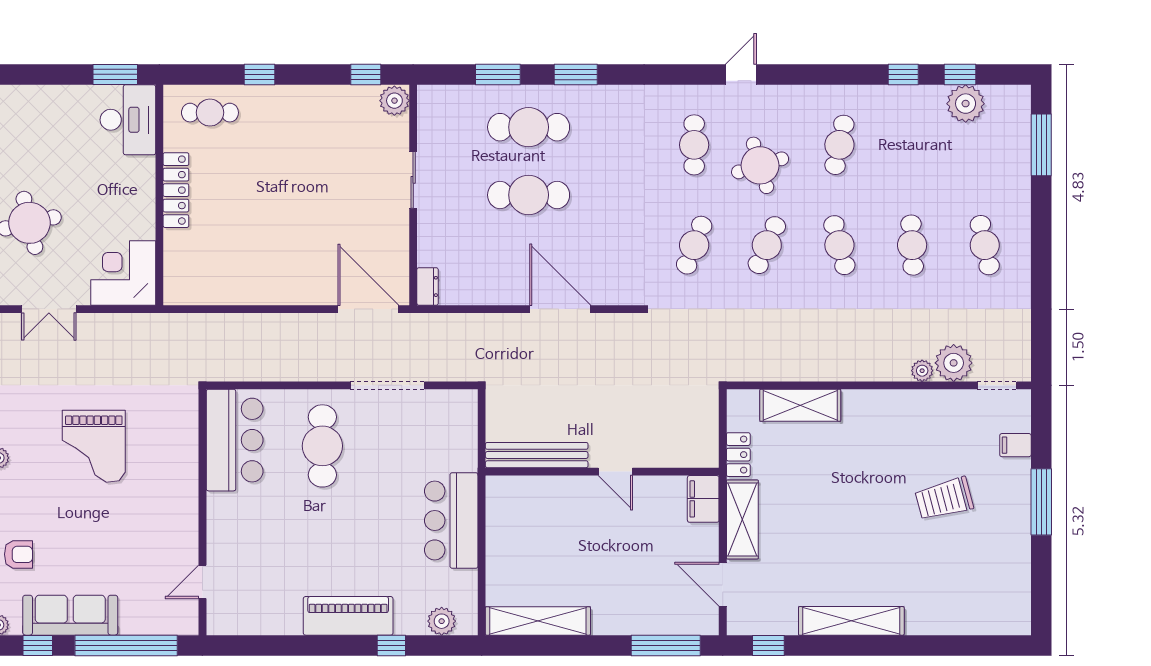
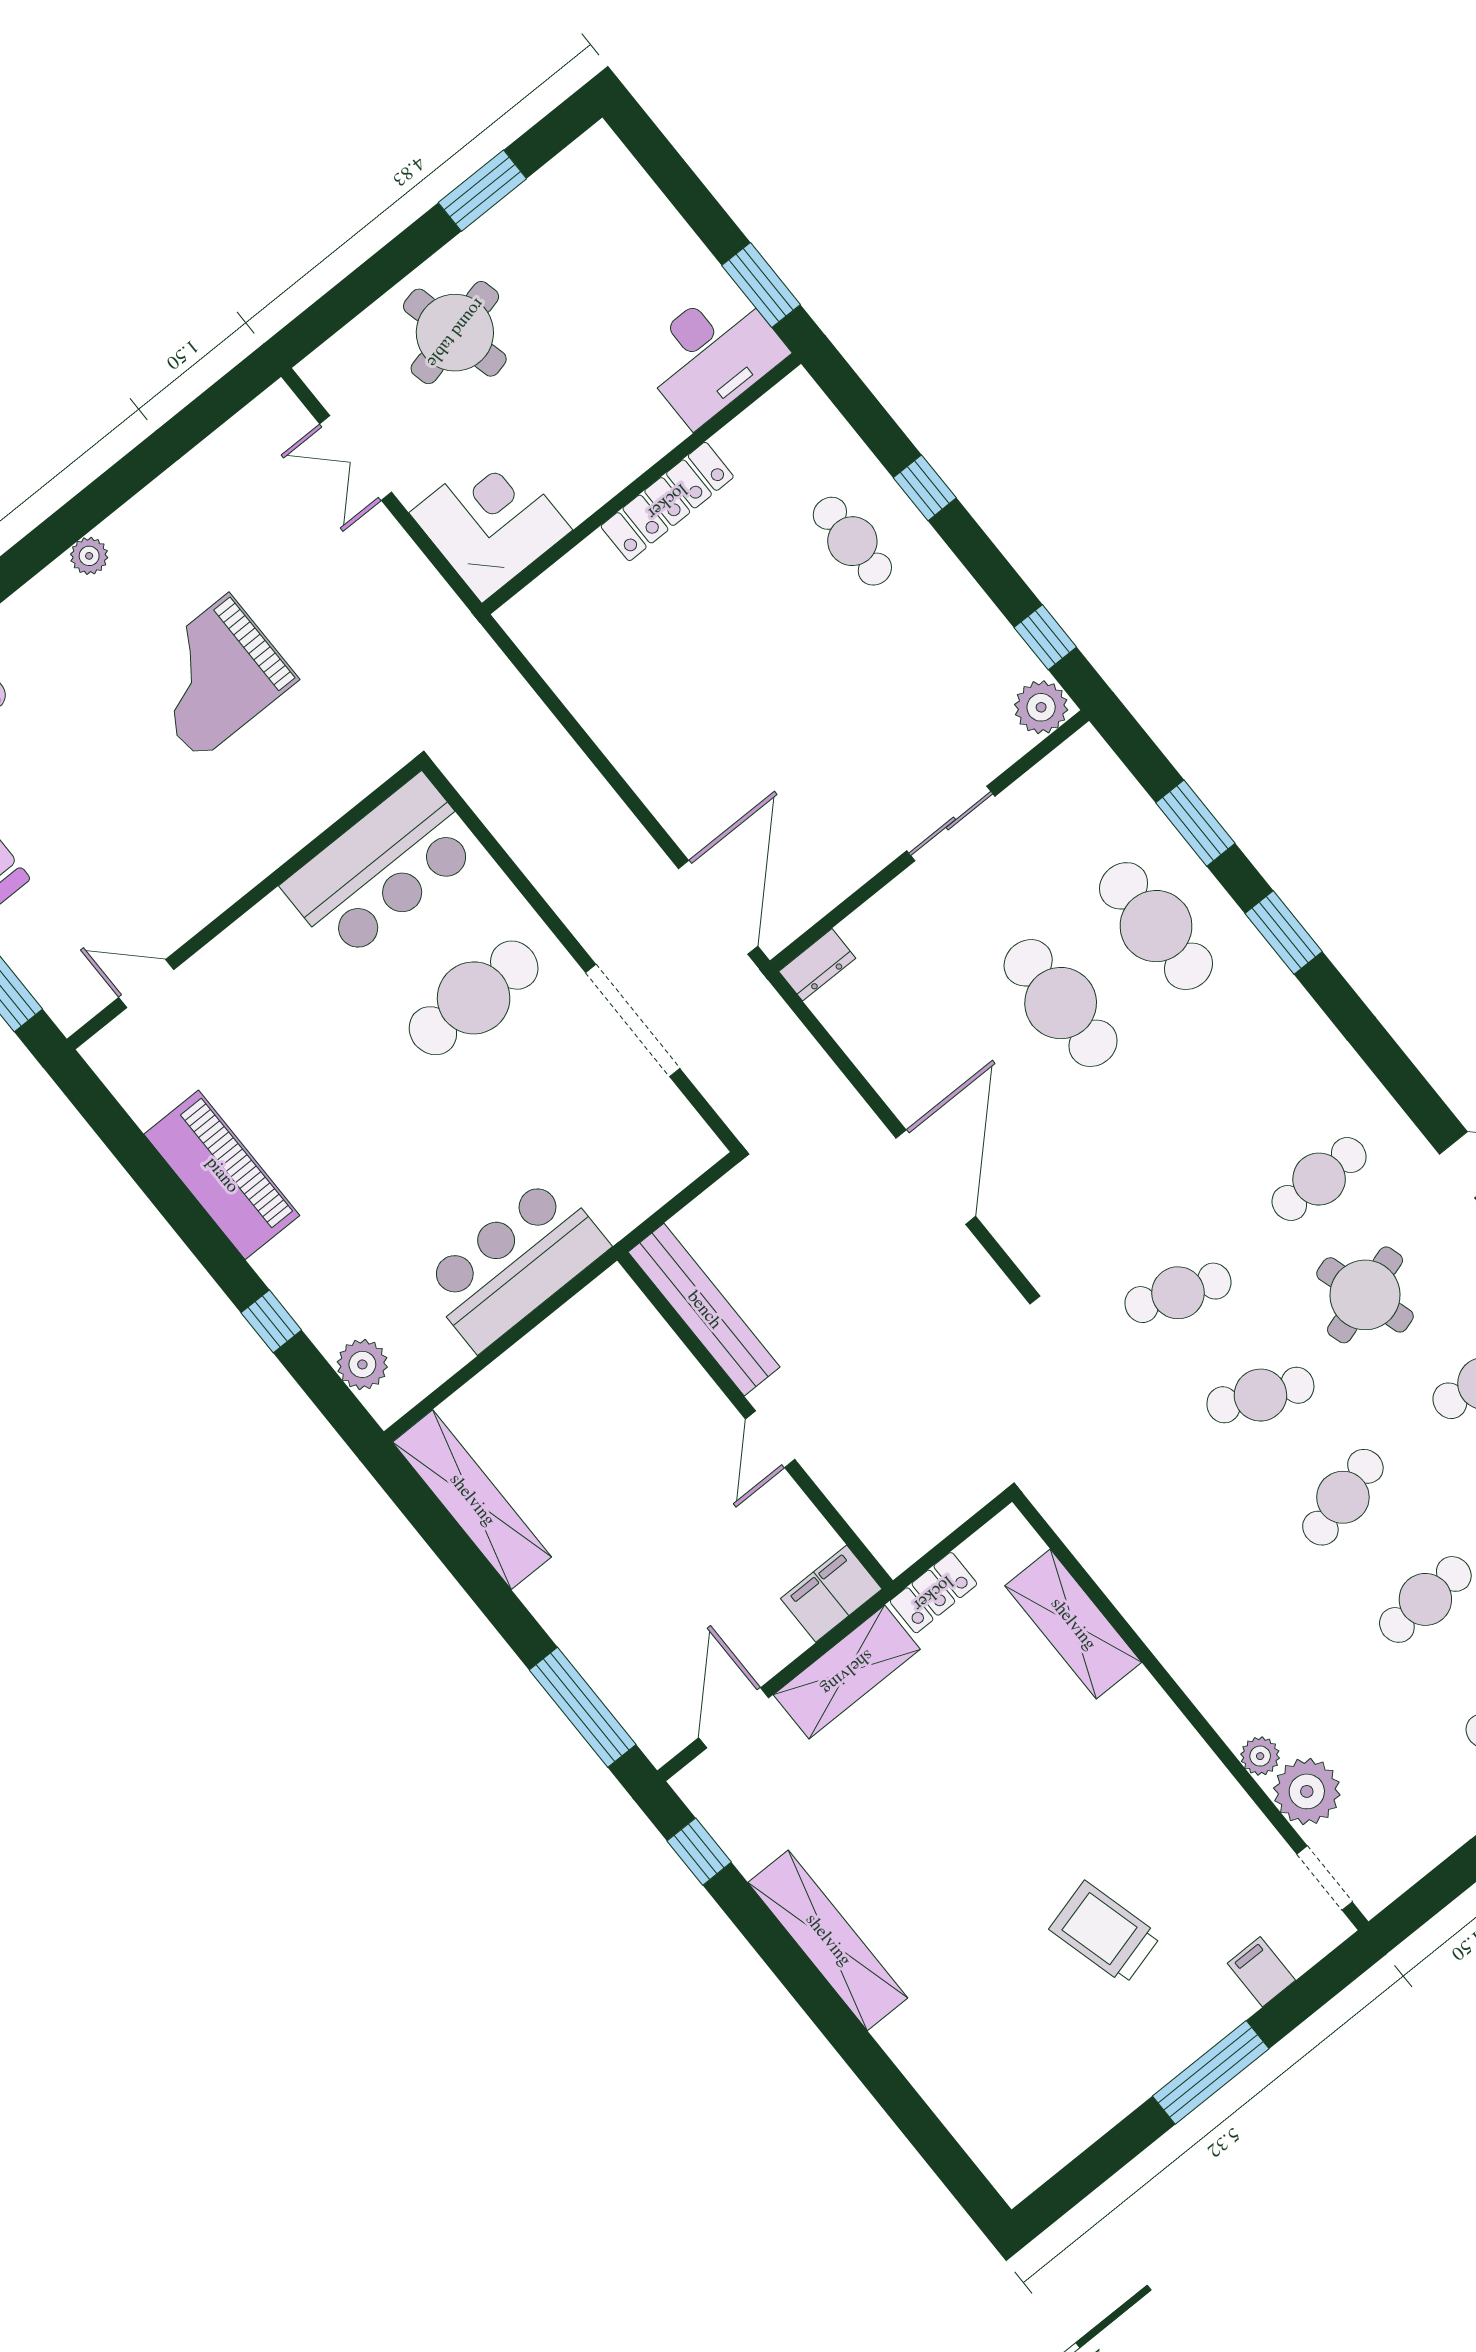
cafe table: (210, 113) -> (852, 541), moved
piano: (348, 616) -> (222, 1175), moved

